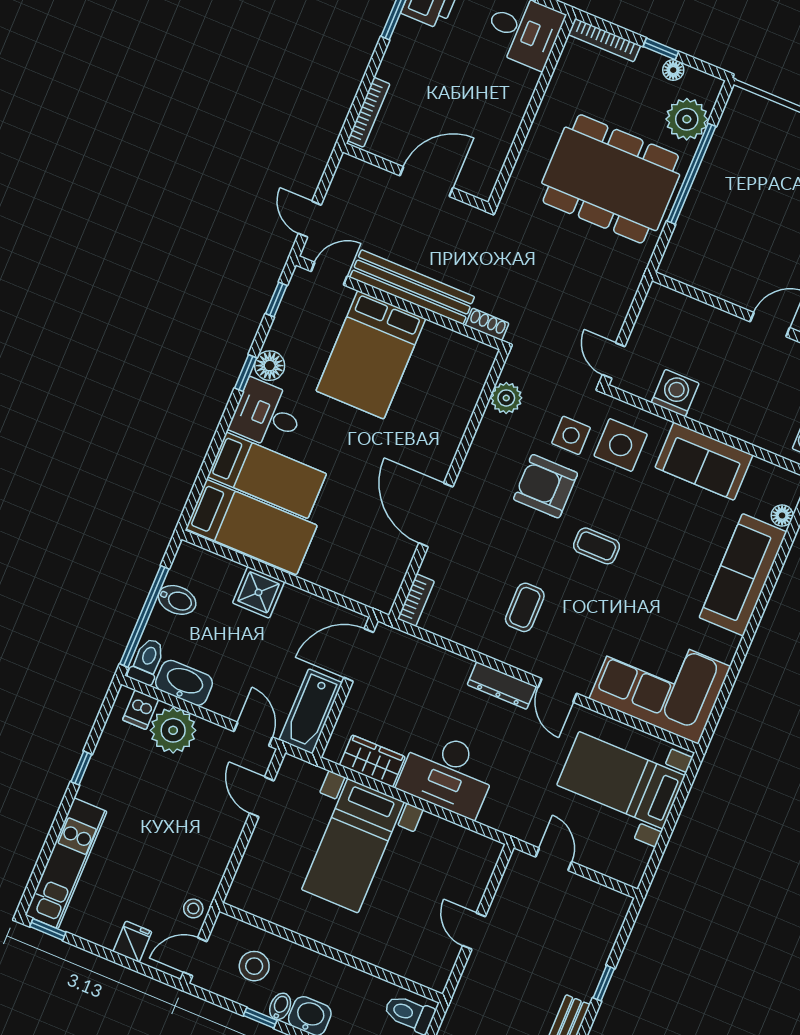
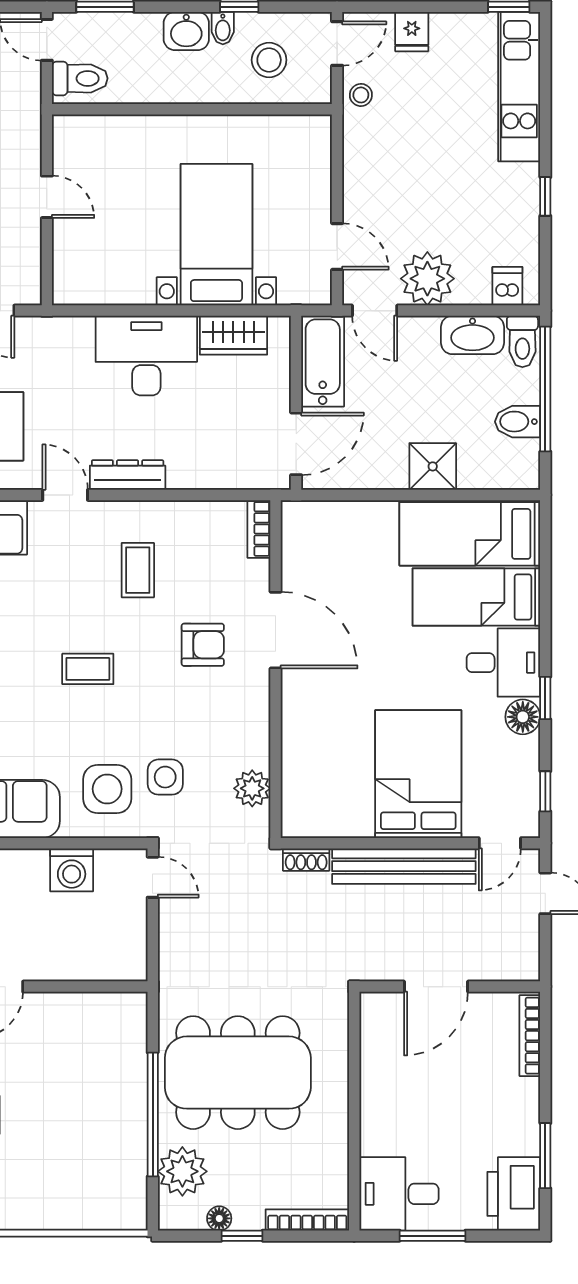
armchair: (546, 486) -> (203, 645), moved, width x0.72, depth x0.72
plant: (173, 730) -> (427, 279), moved

